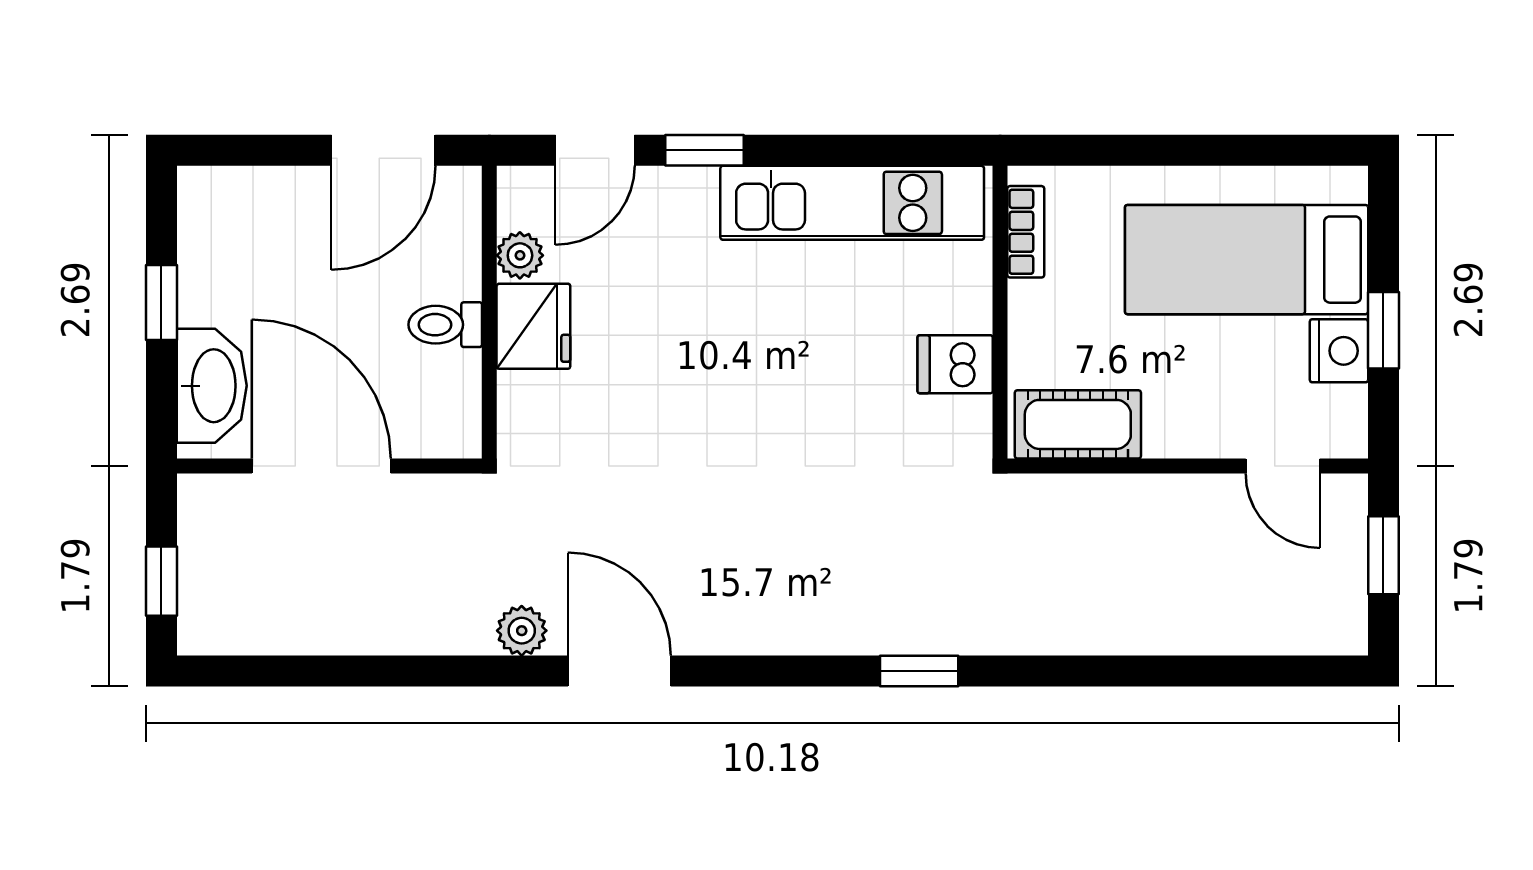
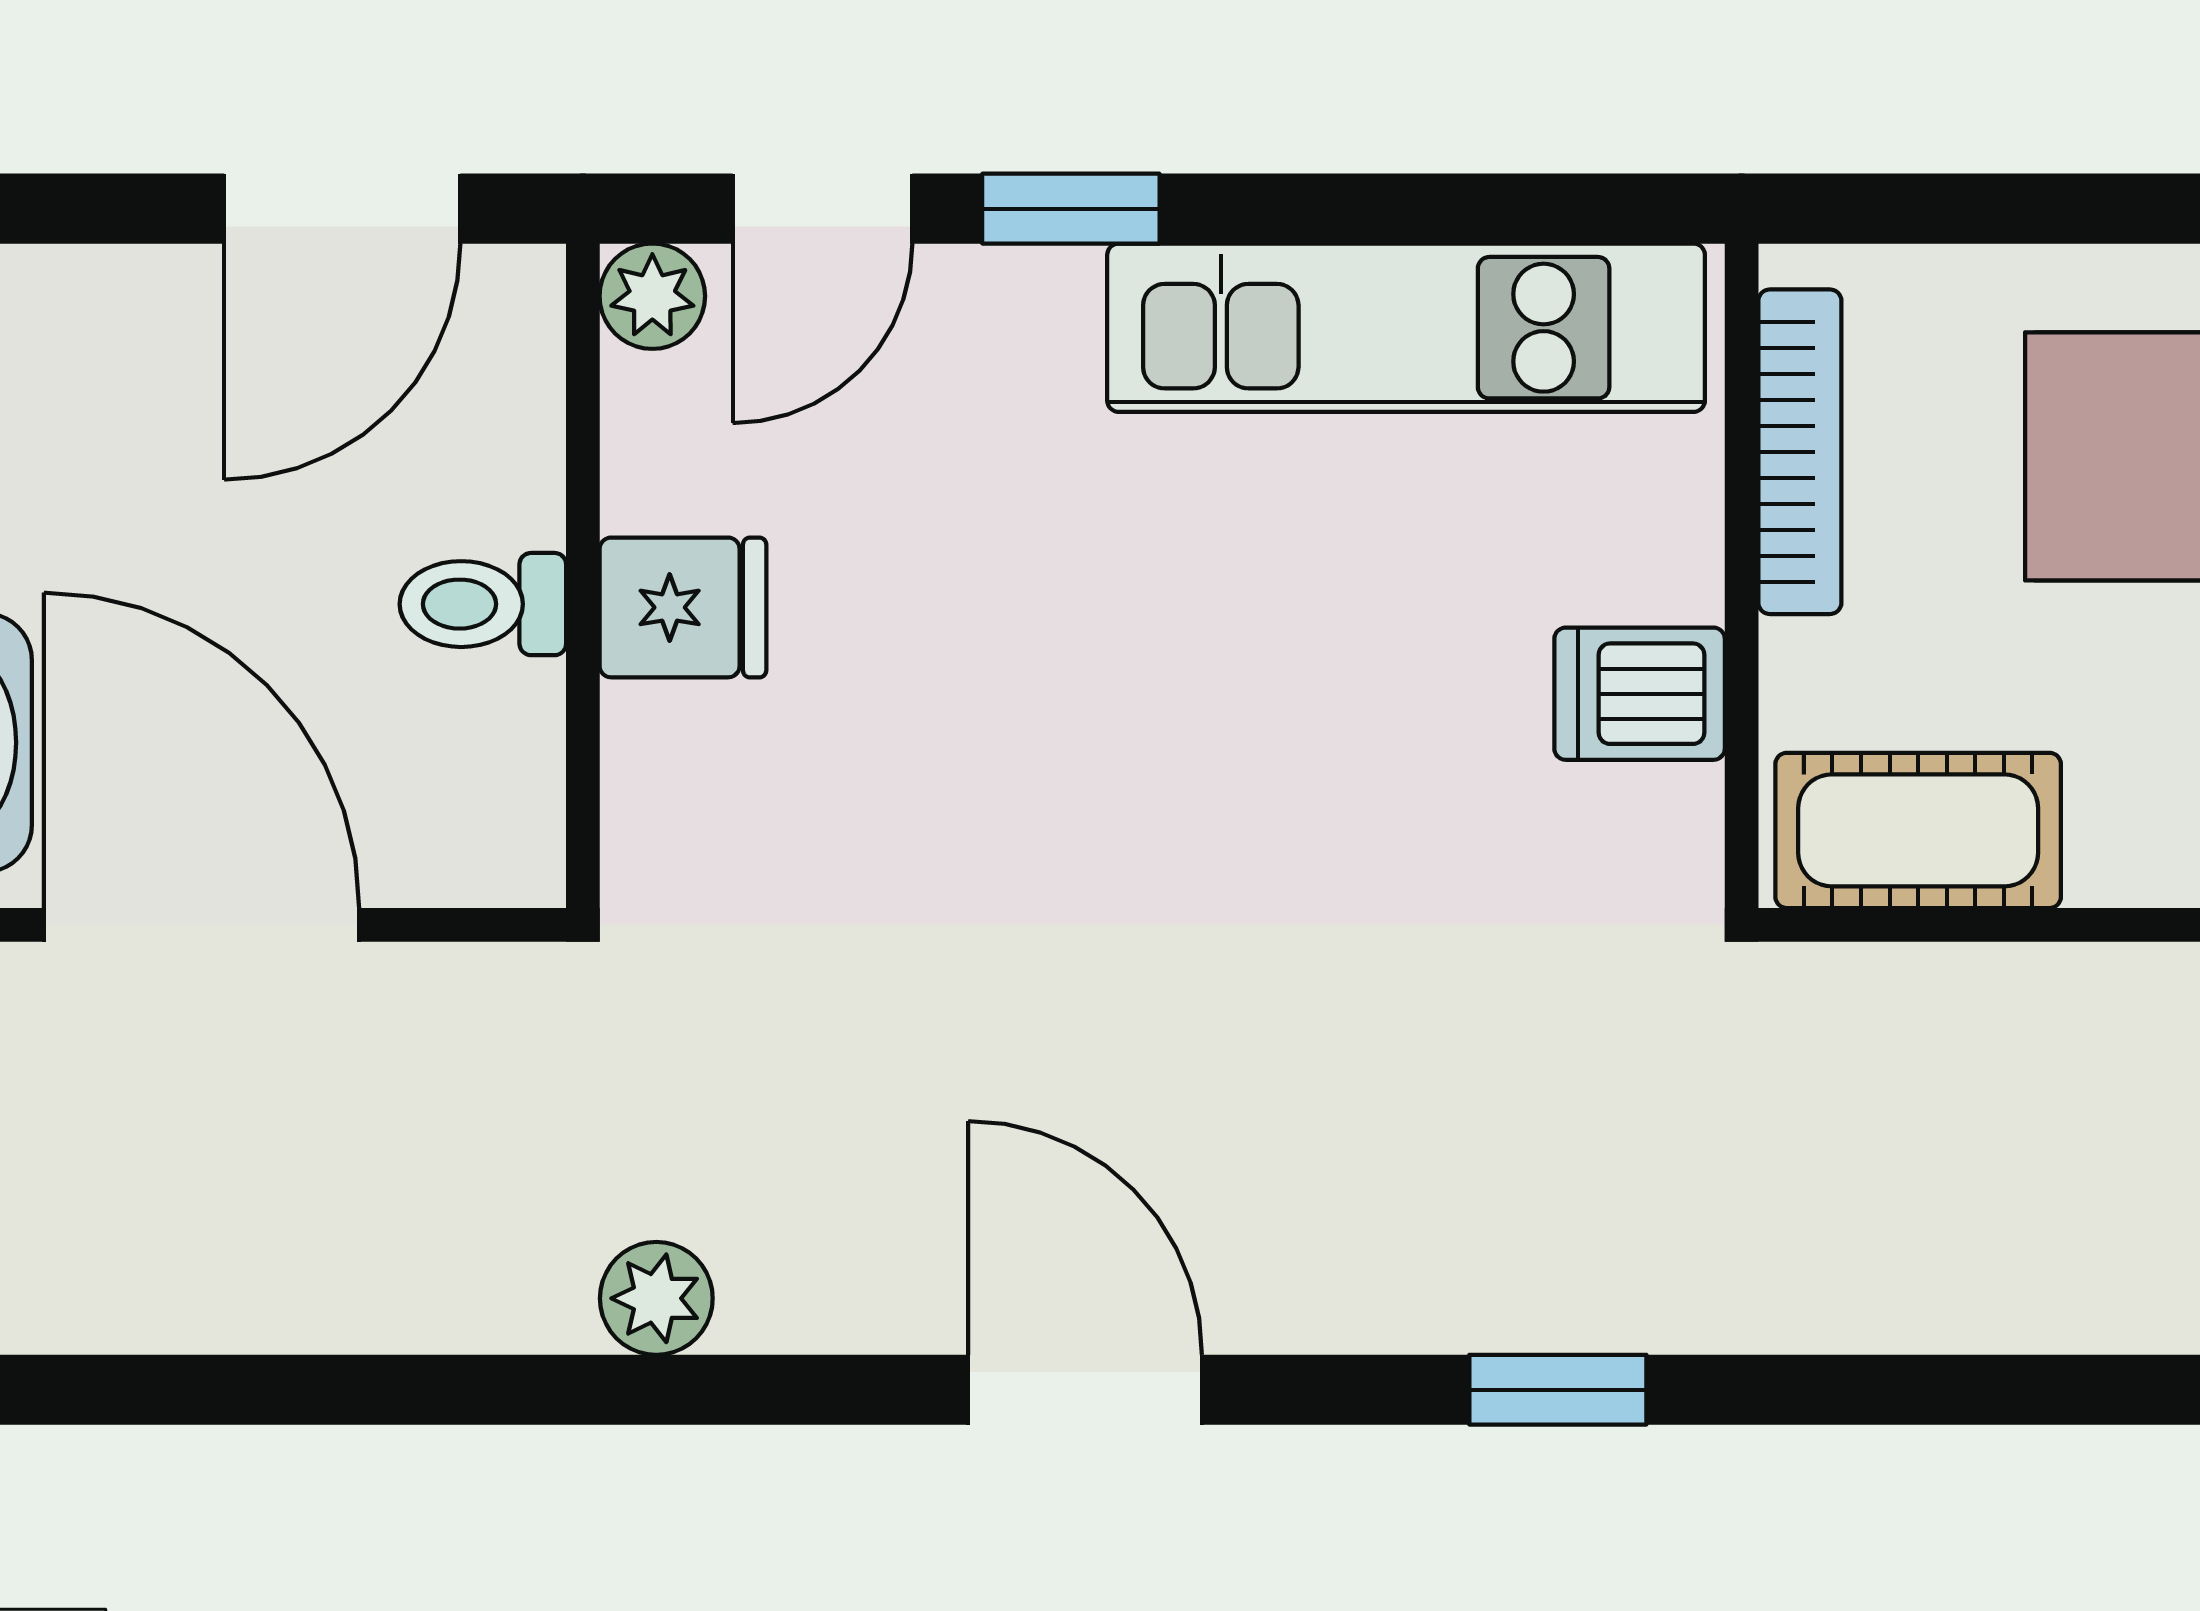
bookcase: (1026, 232) -> (1800, 452), width x1.56
plant: (520, 255) -> (652, 296), moved
fridge: (533, 326) -> (683, 607), width x0.72
door: (619, 671) -> (1085, 1390), moved

